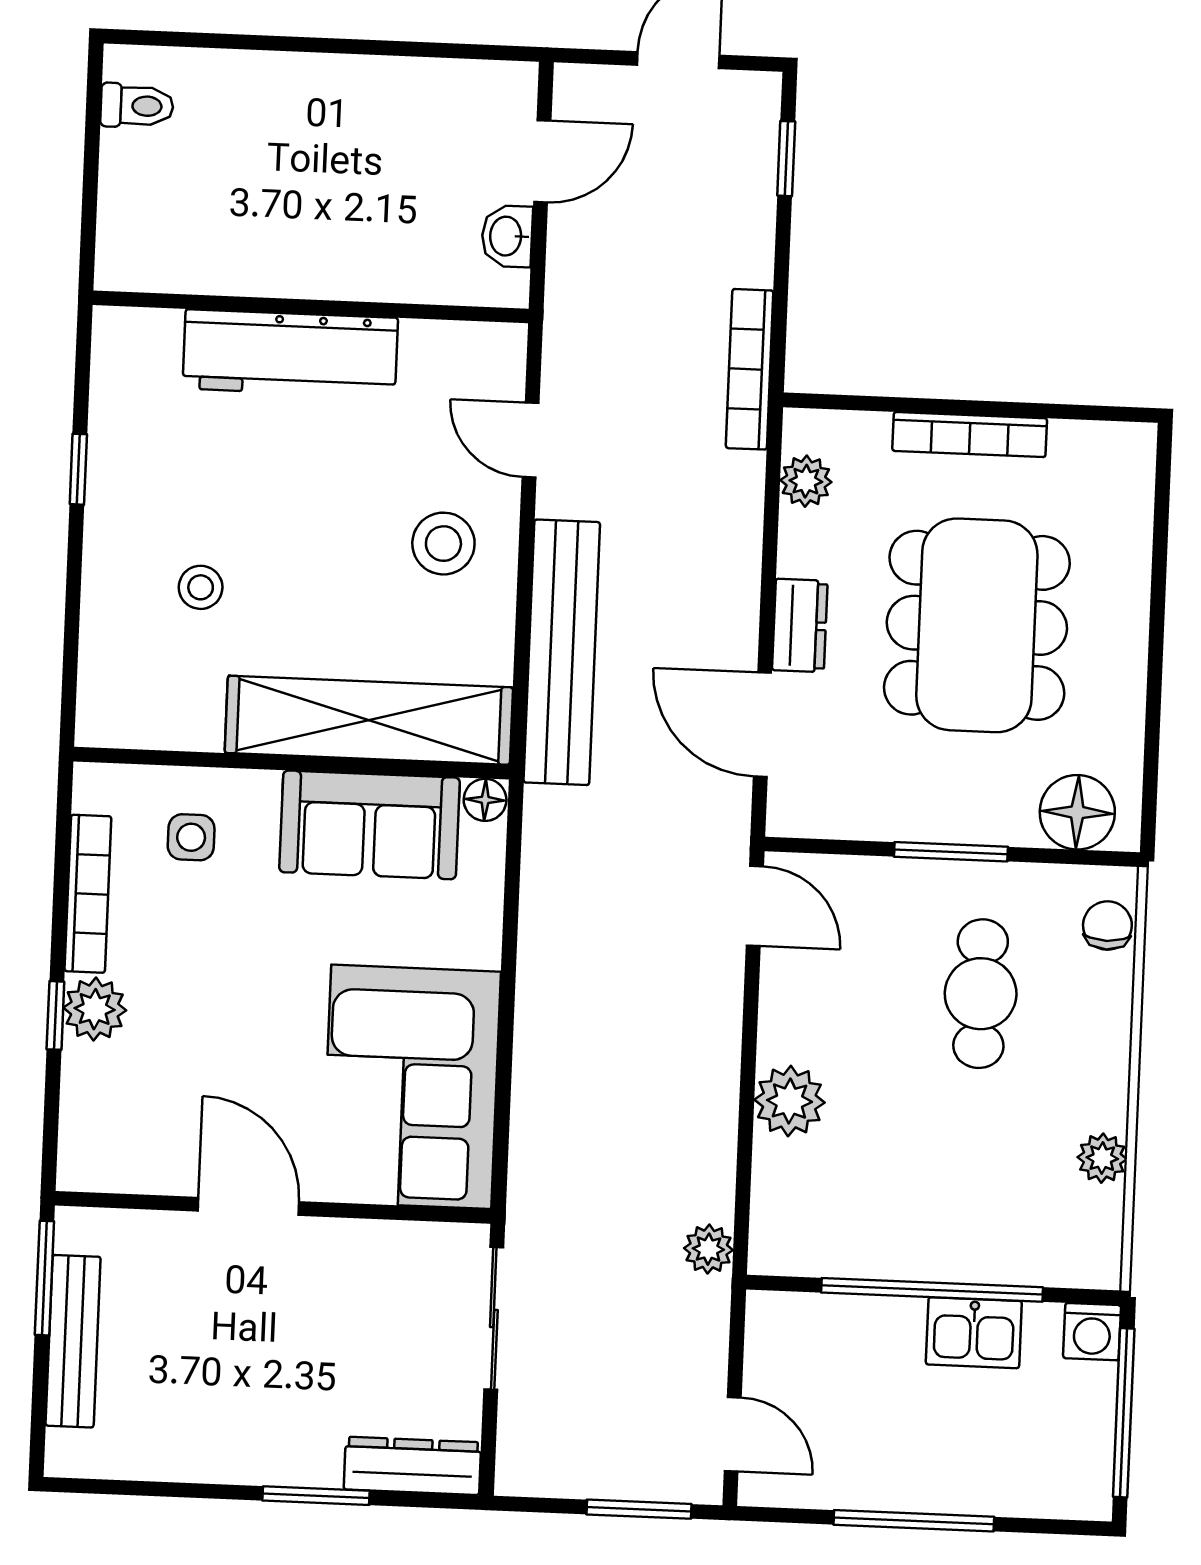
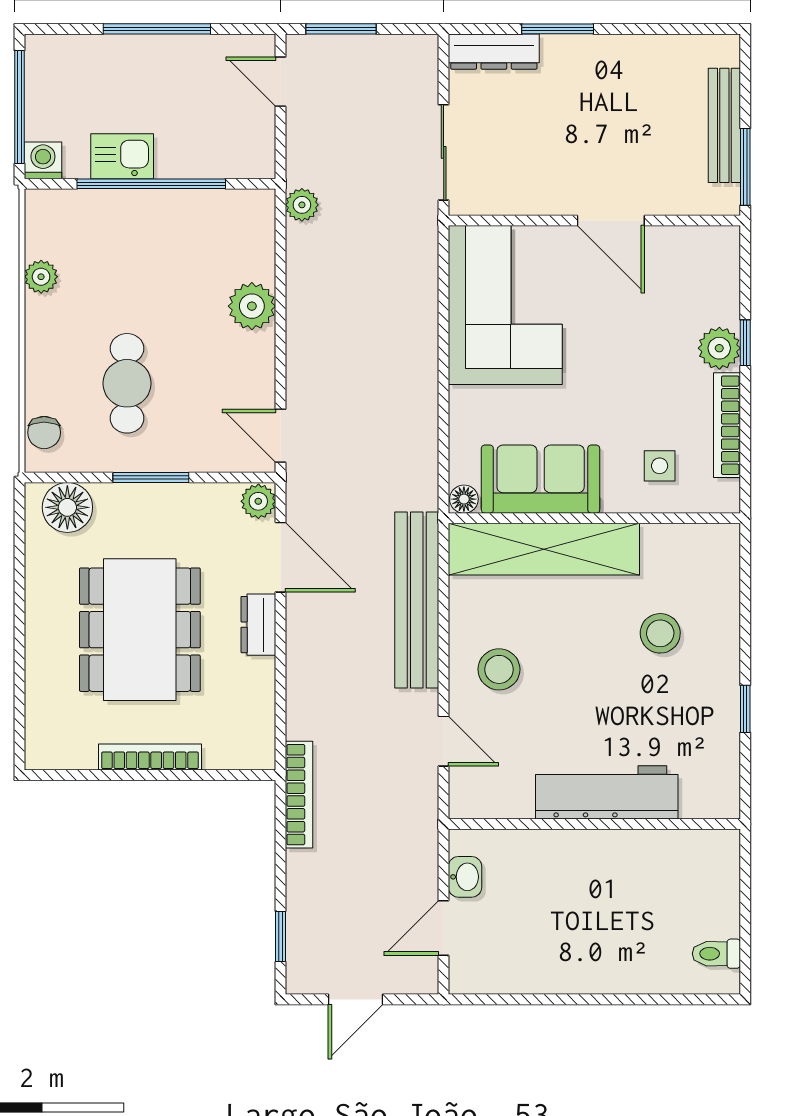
plant: (806, 481) -> (258, 501), moved
stool: (201, 587) -> (660, 633), width x1.37, depth x1.37

